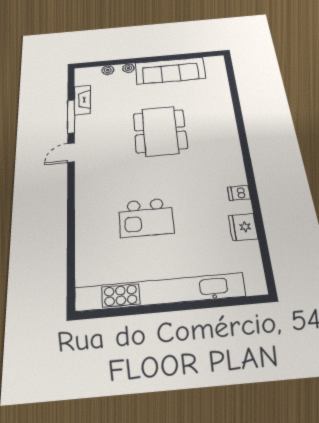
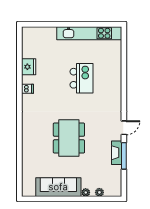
fireplace: (82, 100) -> (117, 153), moved
kitchen island: (146, 217) -> (82, 78), turned 90
kitchen unit: (159, 292) -> (89, 33), width x0.73

